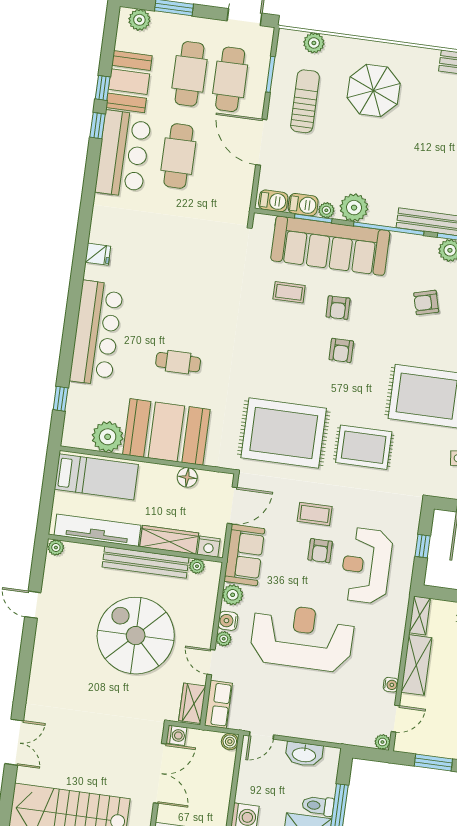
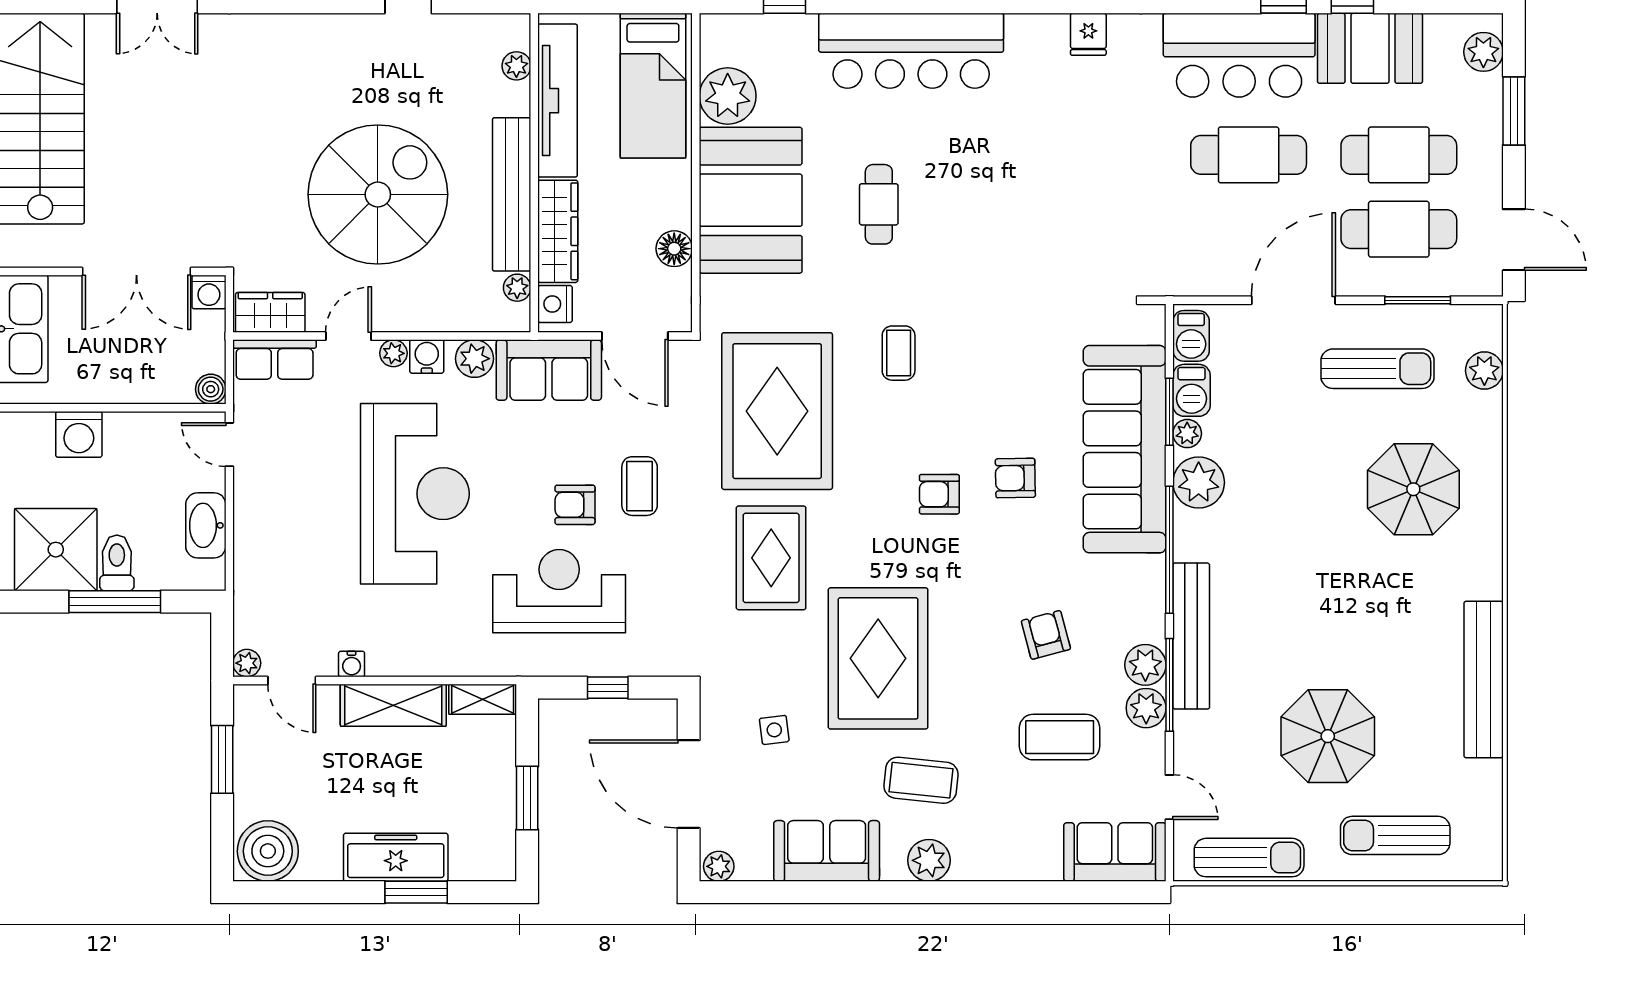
fridge: (98, 254) -> (1088, 34), moved
coffee table: (289, 292) -> (899, 353), moved
plant: (56, 548) -> (516, 66), moved

